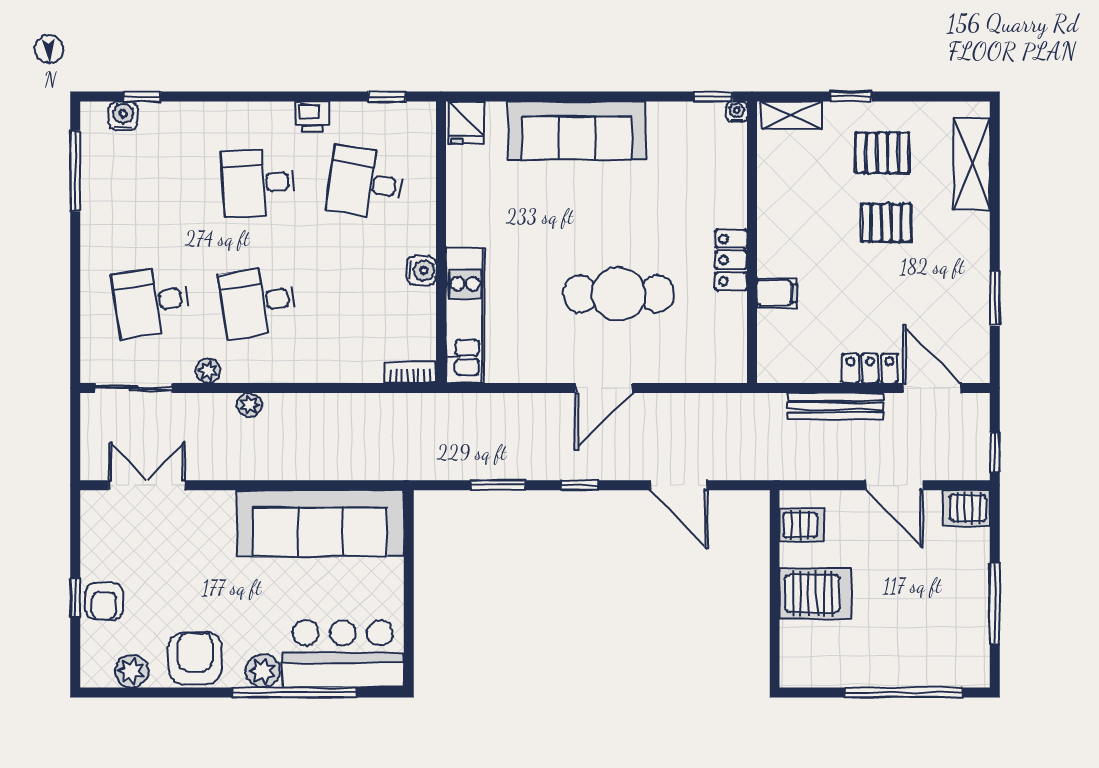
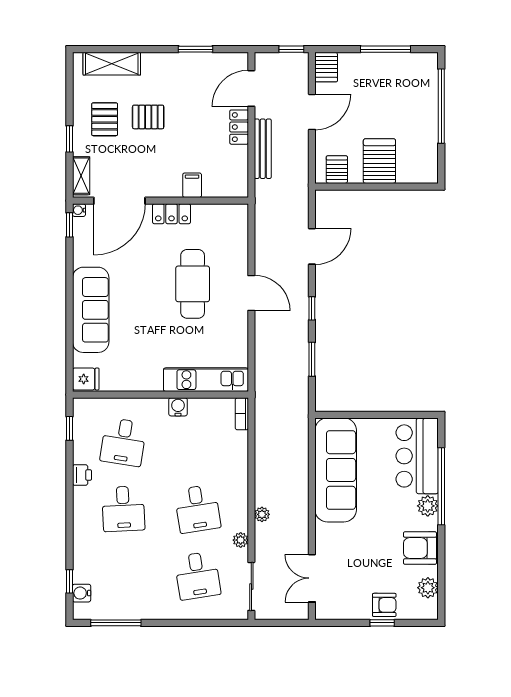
door: (752, 177) -> (119, 201), added
pallet: (886, 223) -> (148, 117), turned 90

